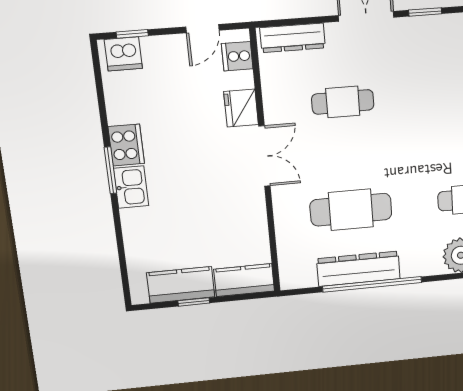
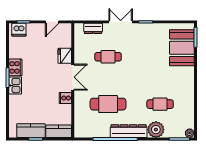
dresser: (293, 38) -> (93, 28), width x0.70
cooker: (237, 56) -> (65, 98), moved
dresser: (358, 269) -> (129, 131), moved

